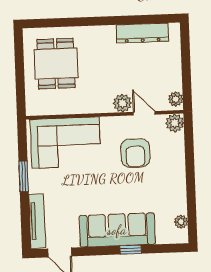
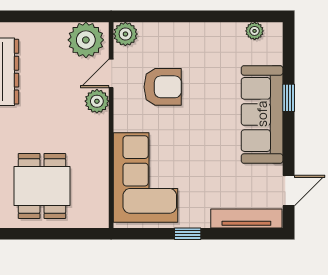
dining table: (56, 64) -> (42, 186), turned 90
plant: (176, 99) -> (86, 40), width x1.87, depth x1.87
window: (24, 176) -> (188, 234), width x0.67

